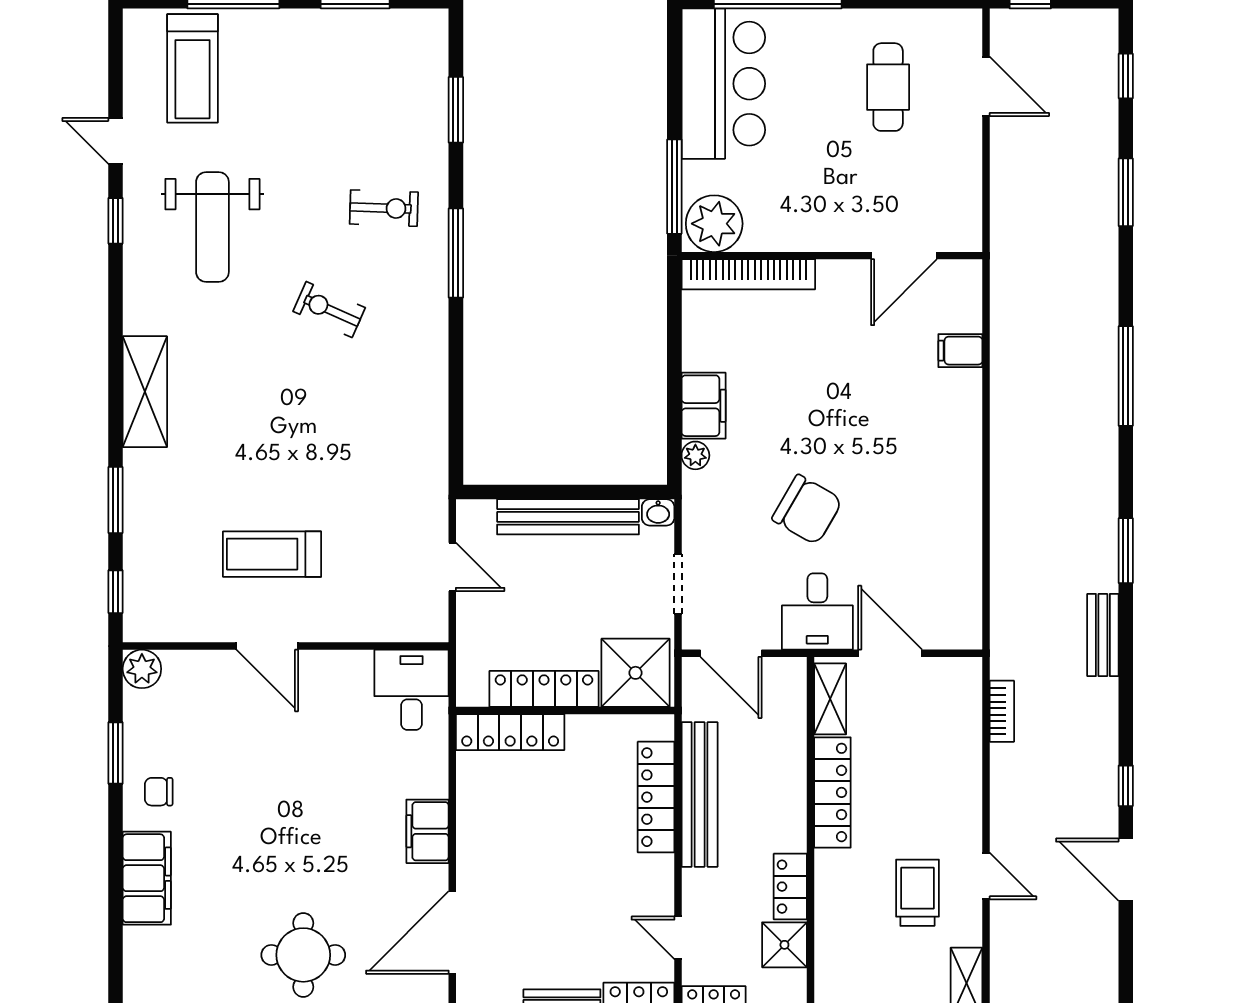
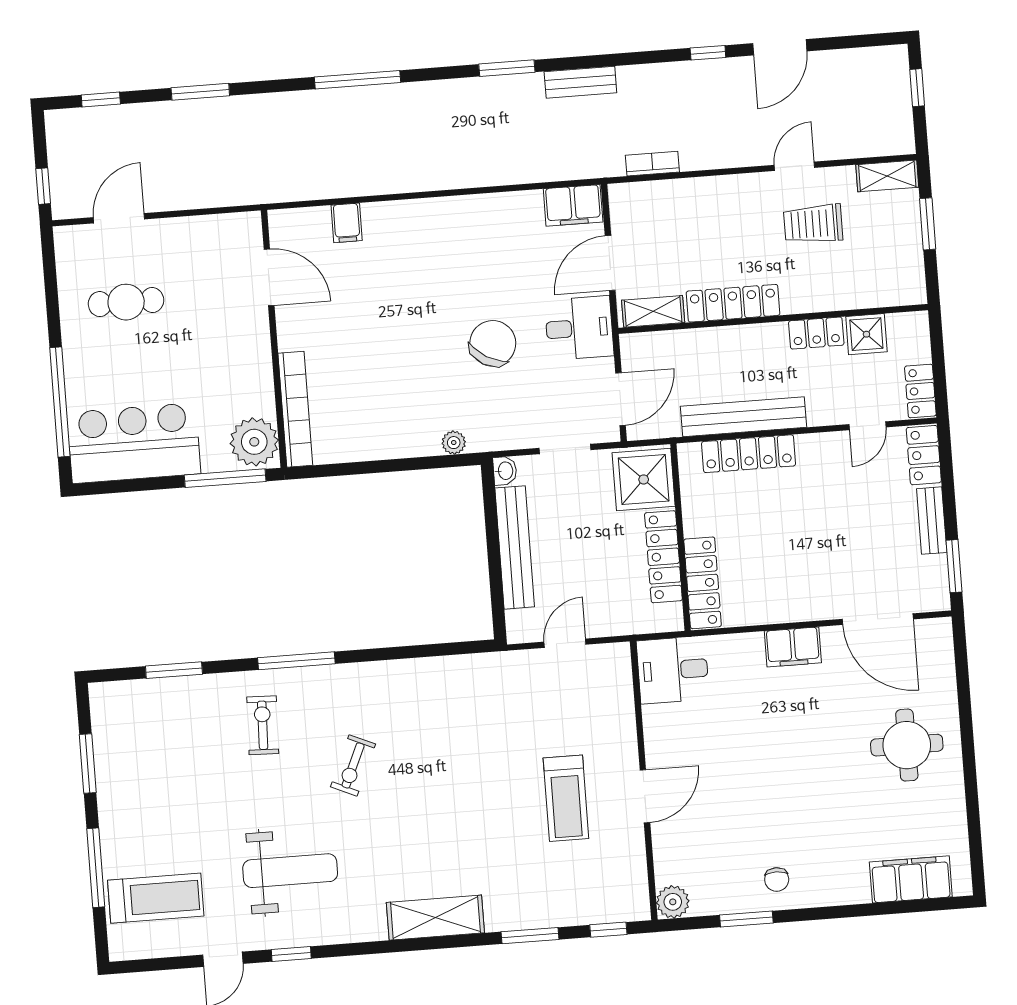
filing cabinet: (704, 406) -> (573, 205), moved, turned 180
filing cabinet: (147, 878) -> (911, 879), moved

